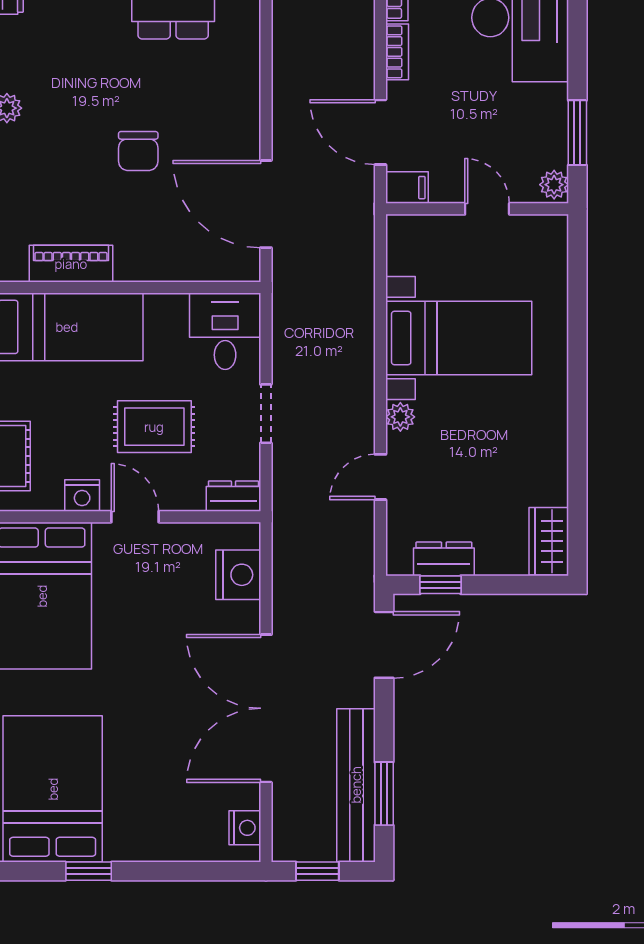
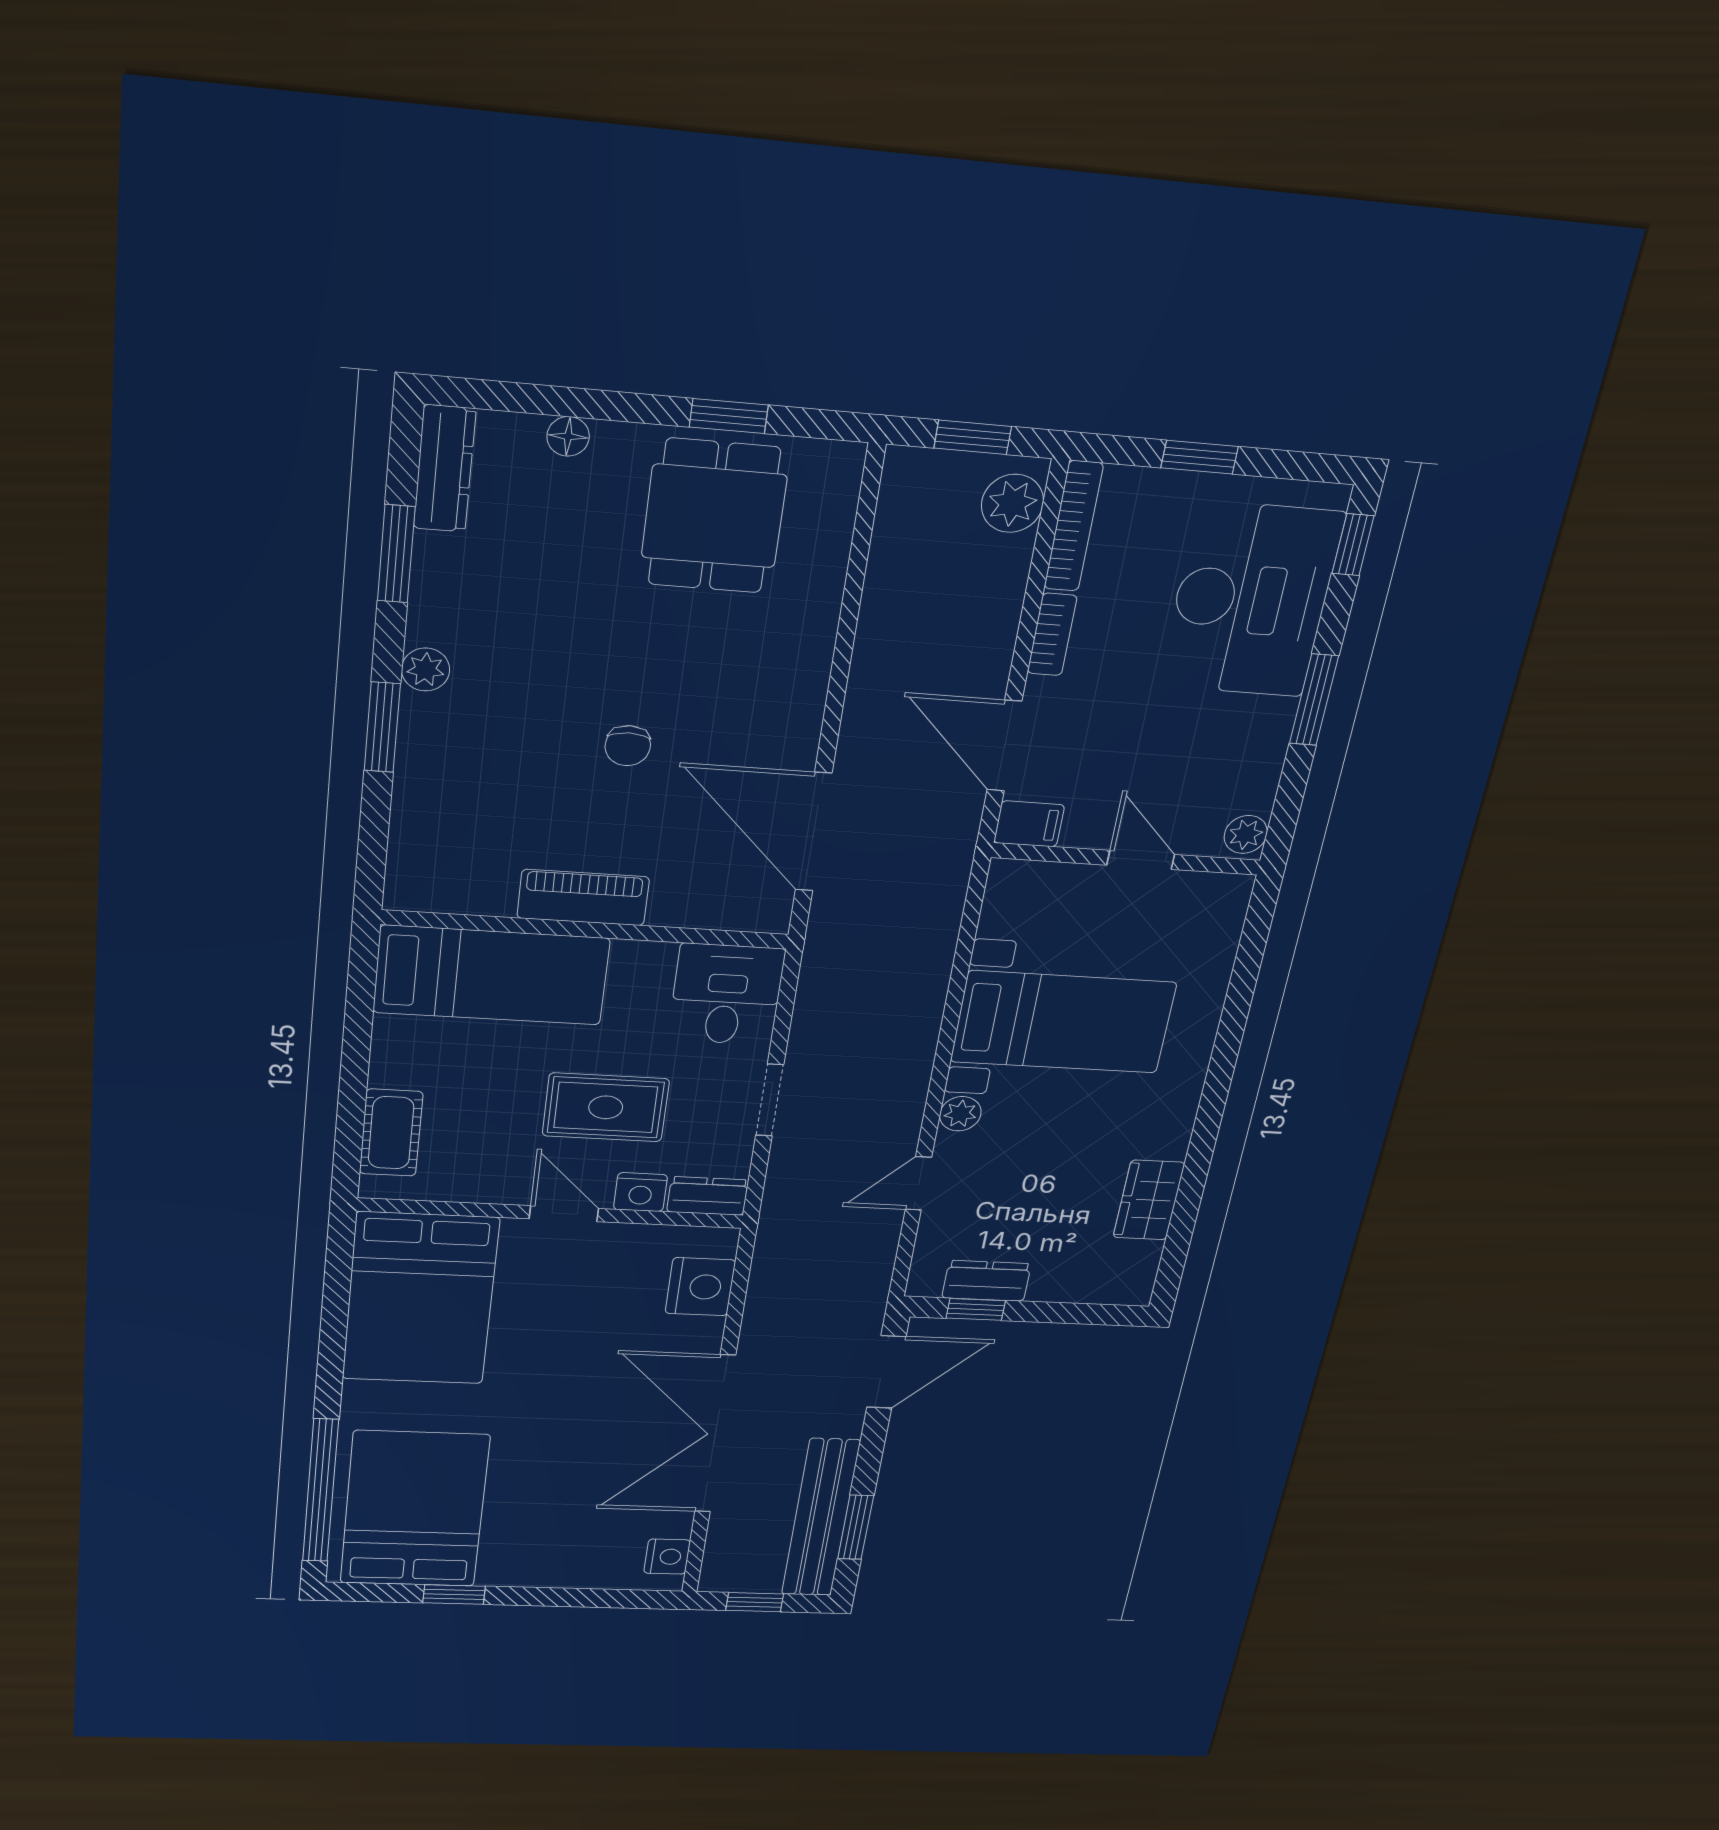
window: (577, 133) -> (1314, 700), moved
chair: (138, 151) -> (628, 746), width x0.73, depth x0.73
piano: (71, 264) -> (583, 898), moved
nightstand: (82, 495) -> (640, 1192), moved
wardrobe: (549, 541) -> (1149, 1200), moved

